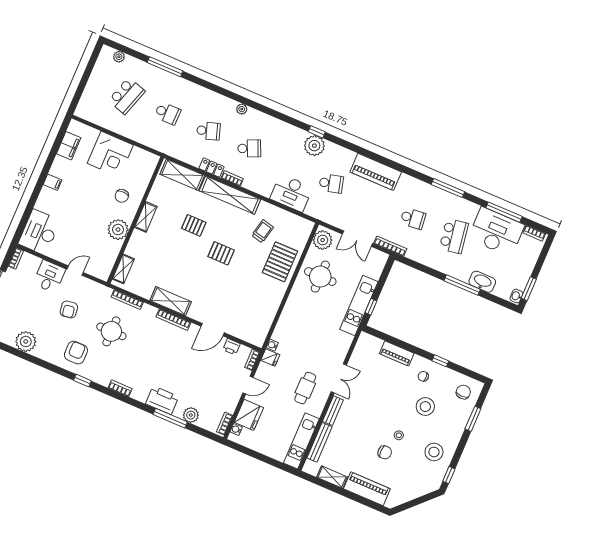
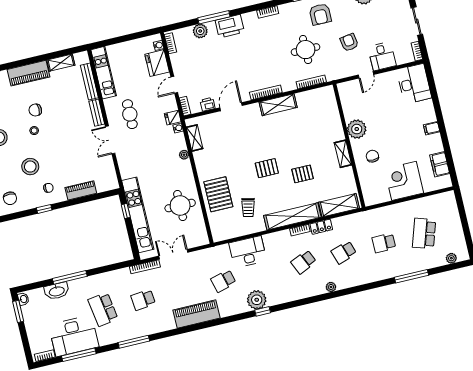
plant: (323, 240) -> (184, 155), moved, width x0.53, depth x0.53
shelving: (123, 269) -> (195, 138), moved
kitchen unit: (359, 305) -> (138, 215), width x1.36

